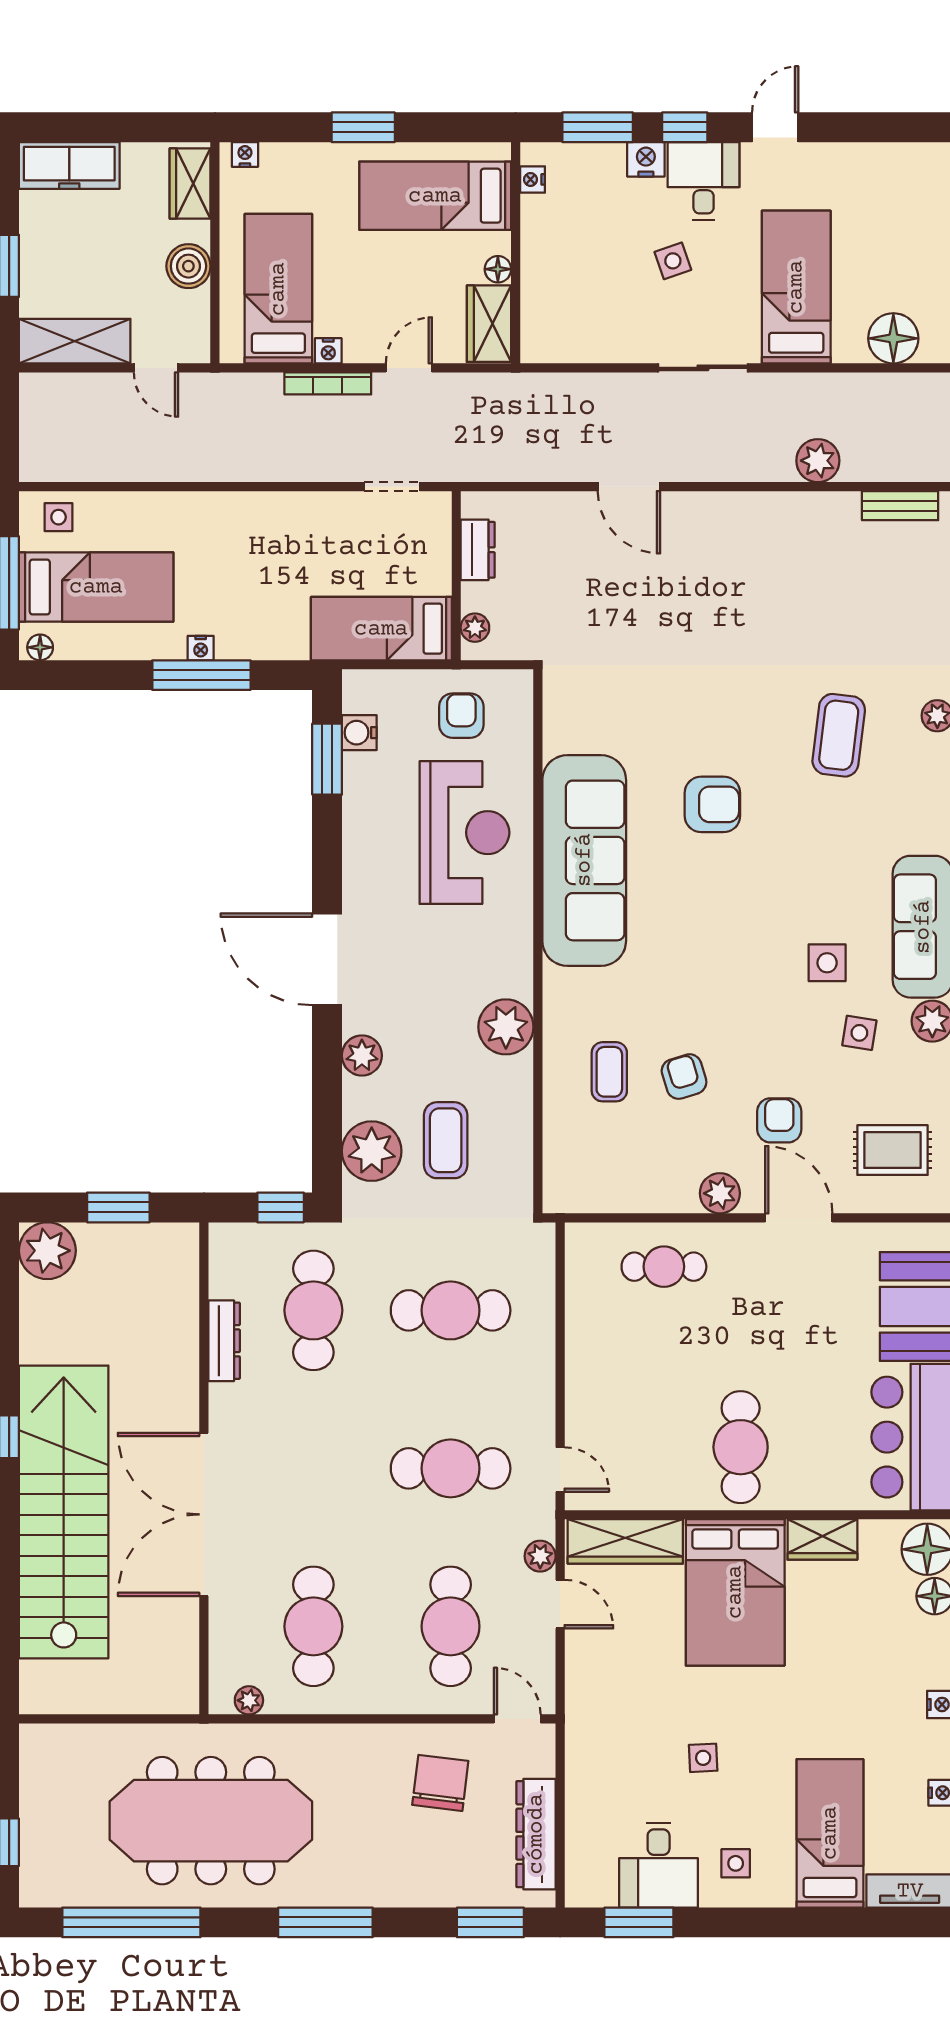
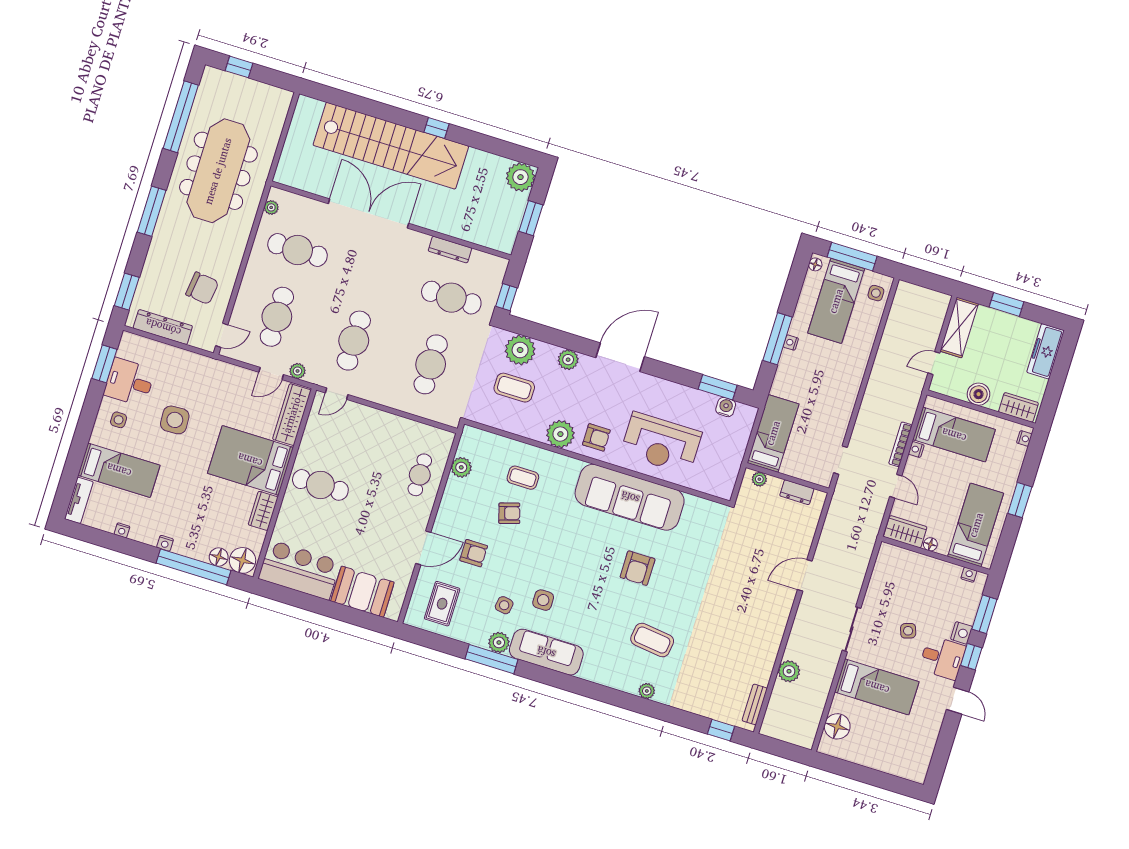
armchair: (461, 716) -> (596, 437), moved
plant: (720, 1193) -> (461, 467), moved
cafe table: (451, 1626) -> (277, 317), turned 90
side table: (703, 1758) -> (175, 420), width x1.87, depth x1.87

